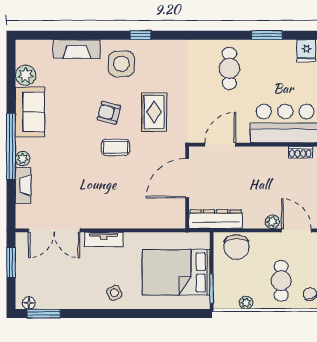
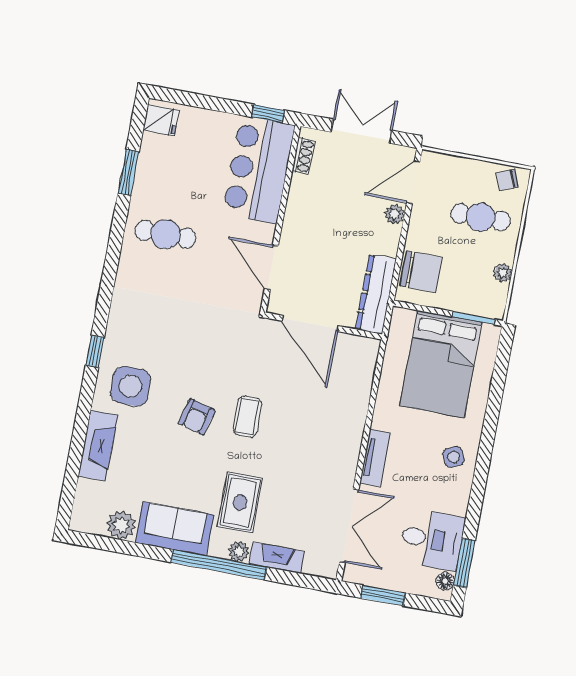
rug: (154, 112) -> (240, 503), moved, turned 90
desk: (55, 289) -> (432, 540), added

